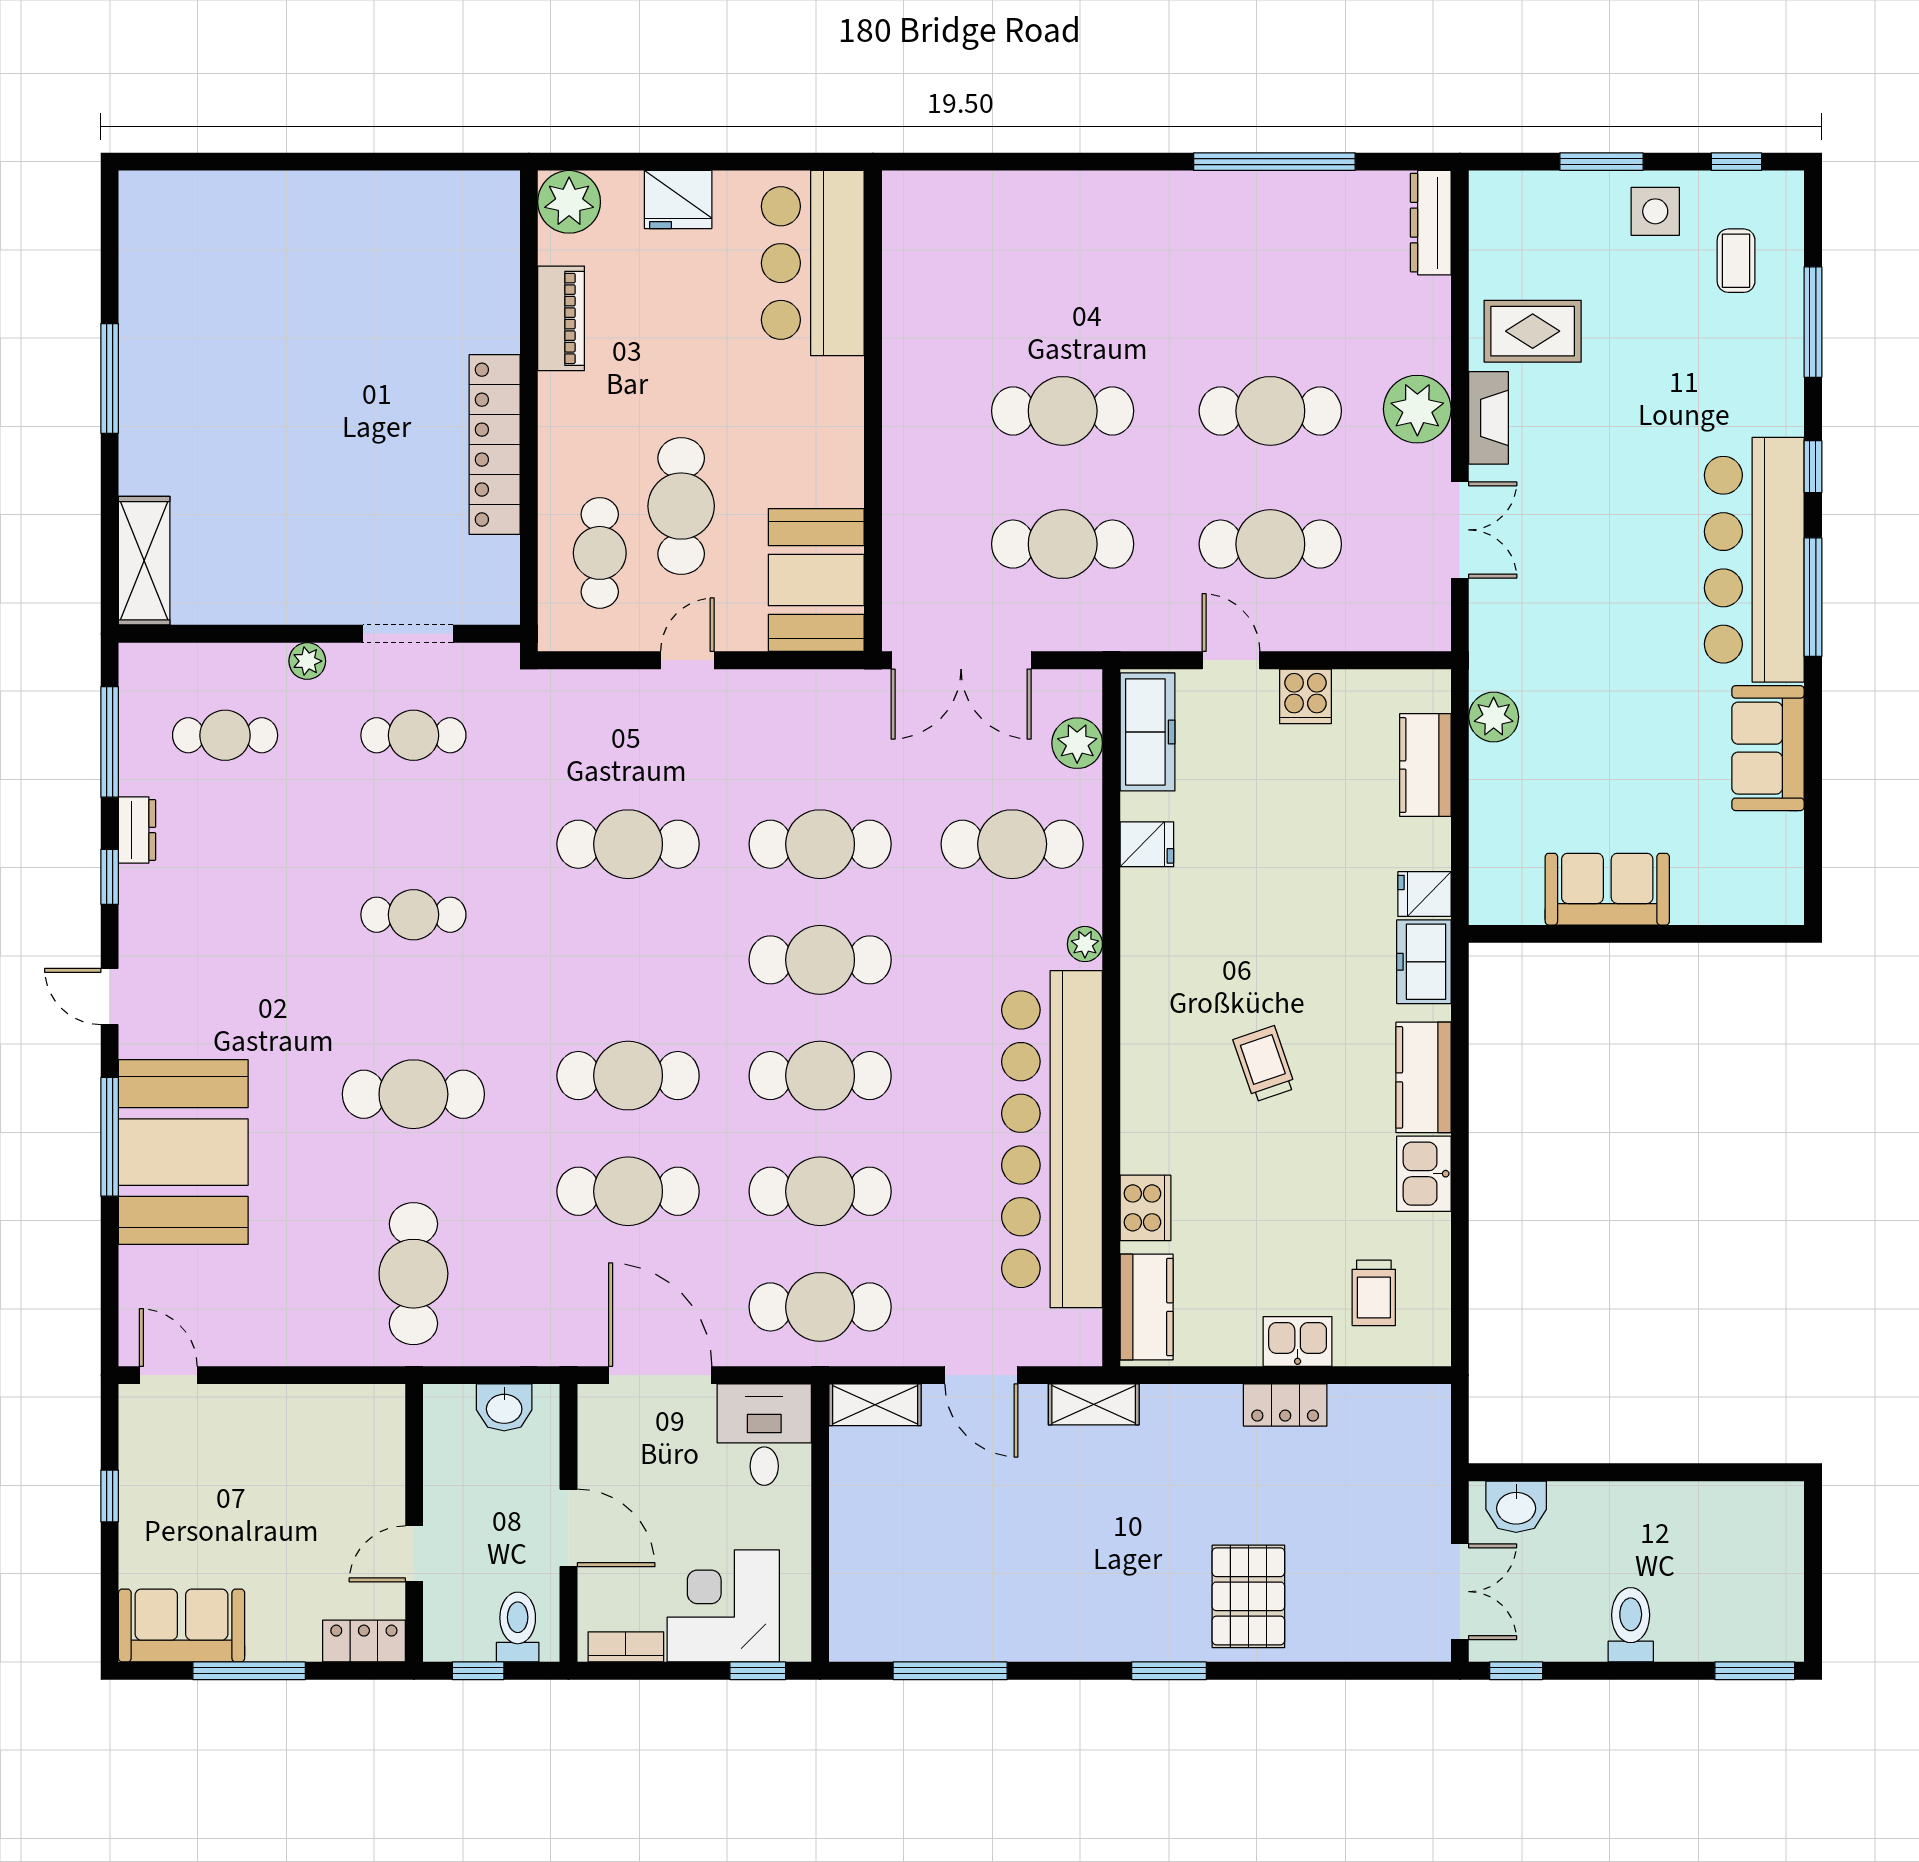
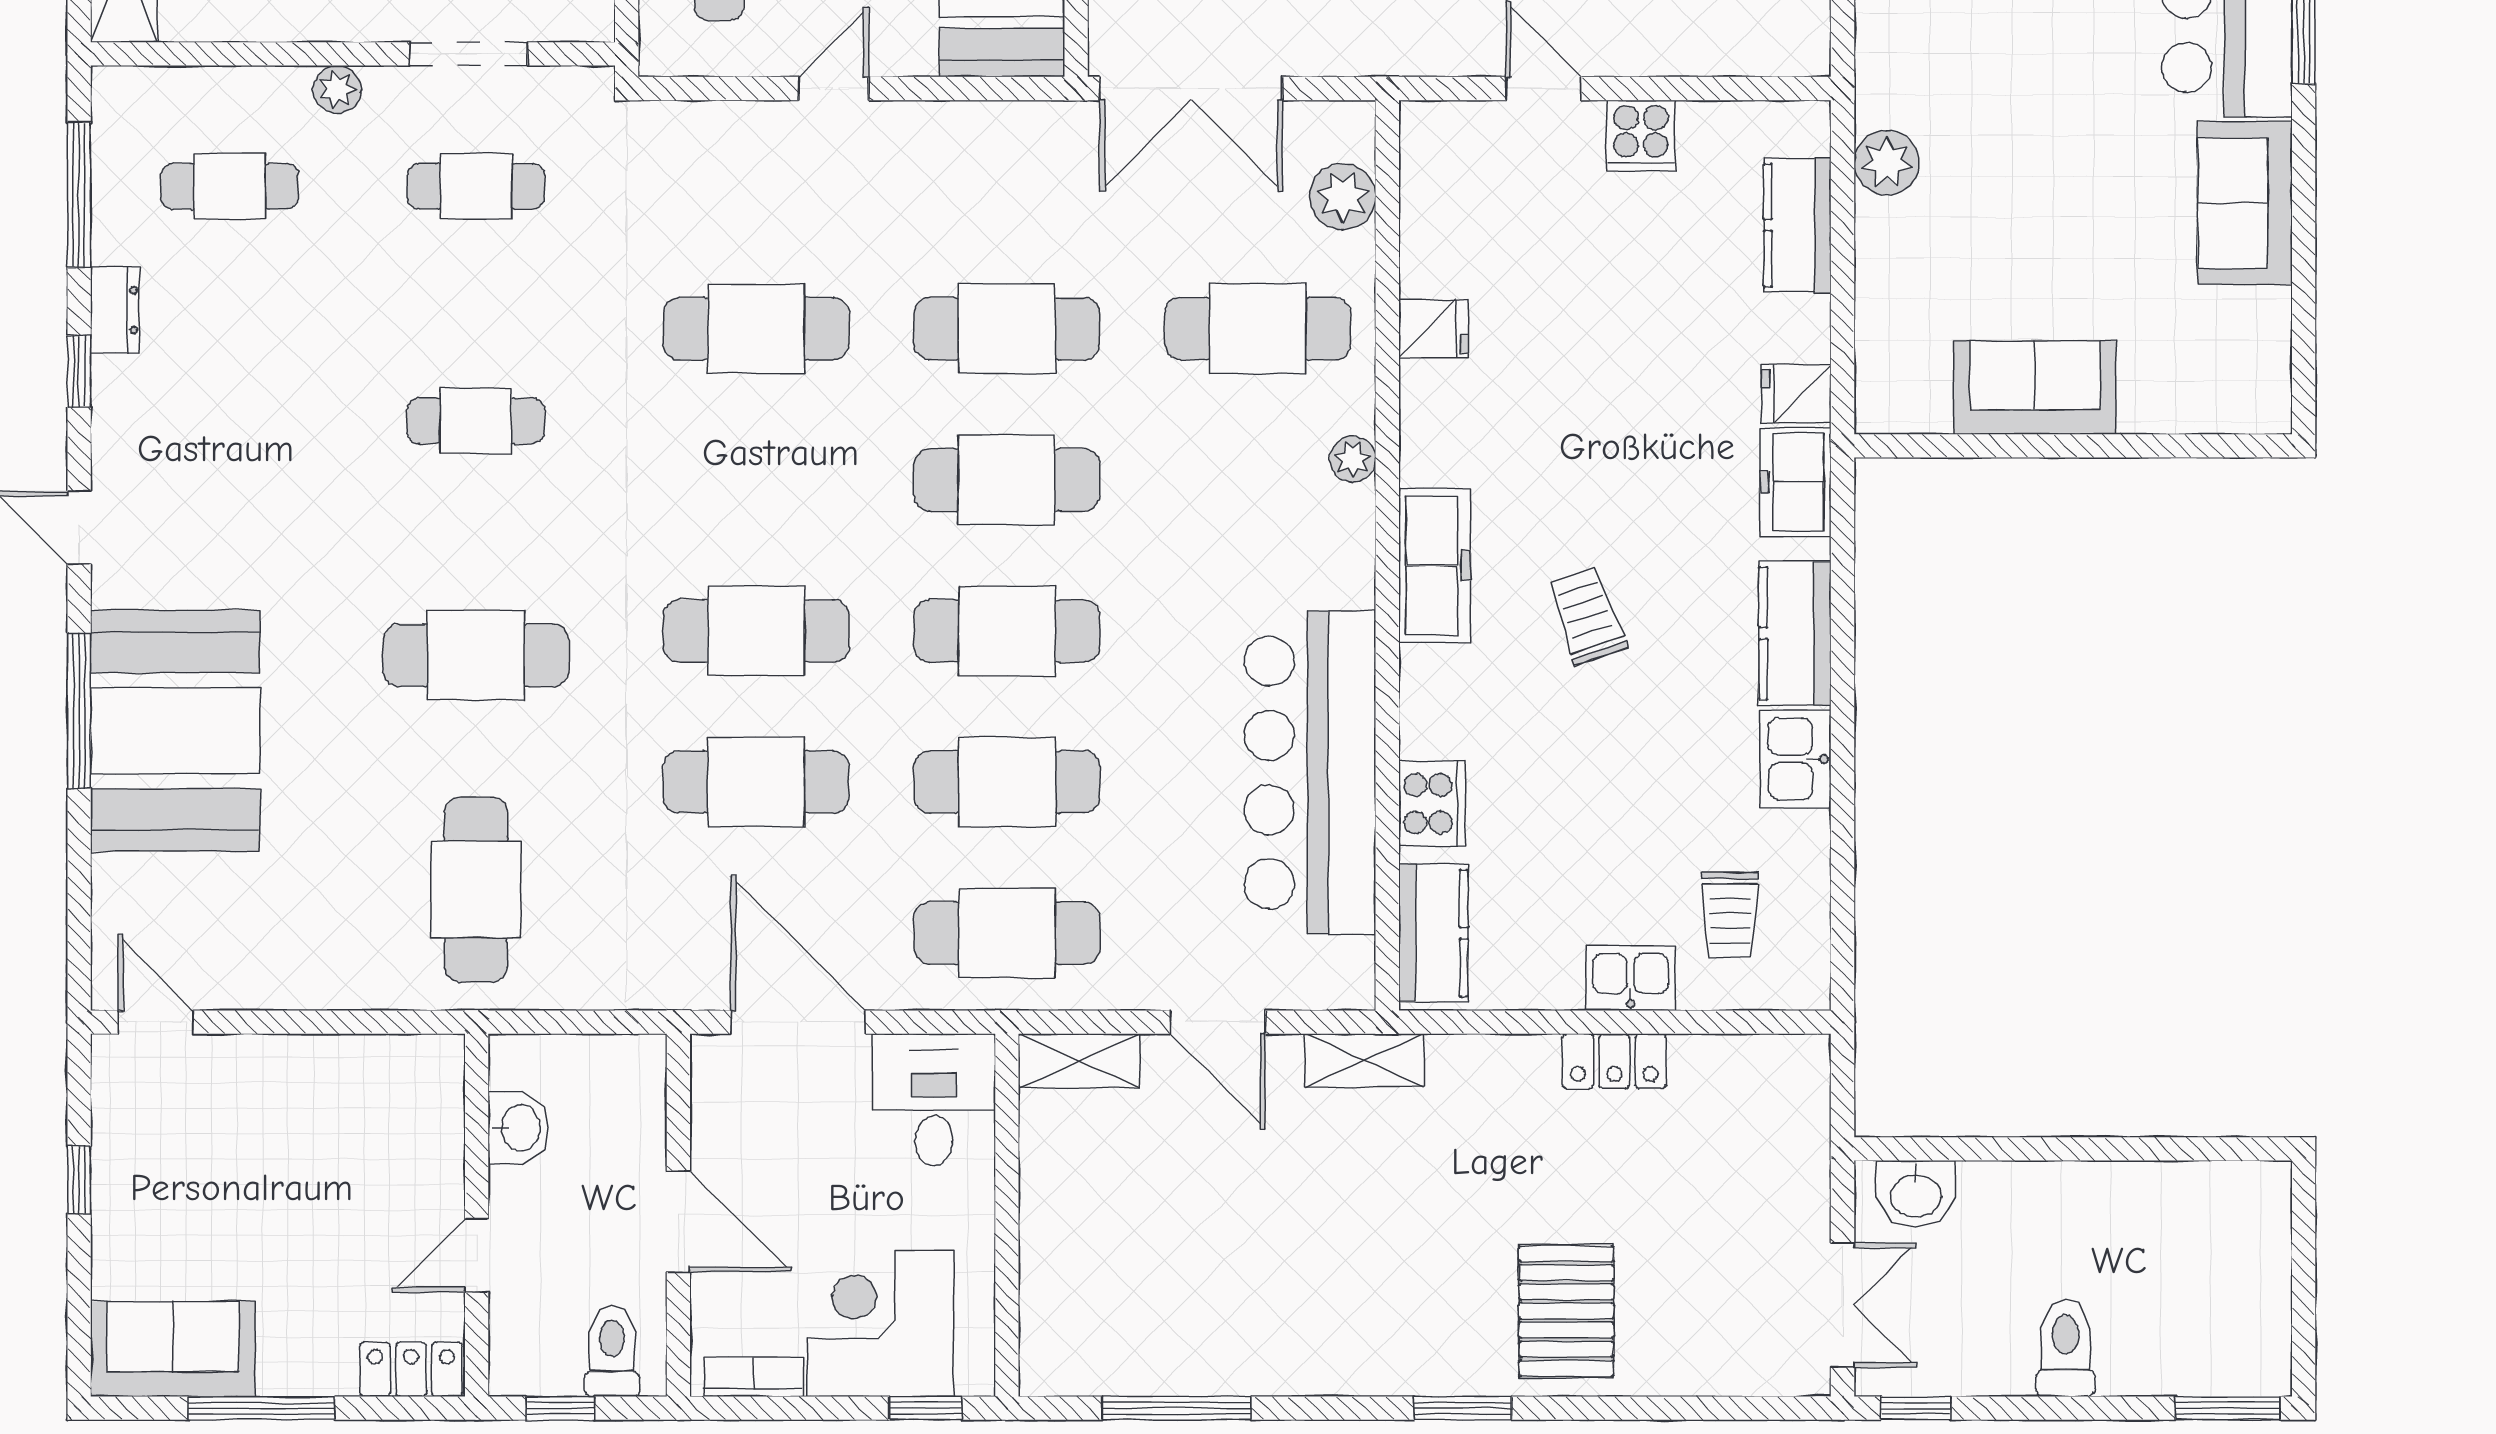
freezer: (1148, 732) -> (1435, 565), moved
bar counter: (1052, 1139) -> (1310, 773), width x0.73
washbasin: (504, 1407) -> (519, 1128), moved, turned -90

